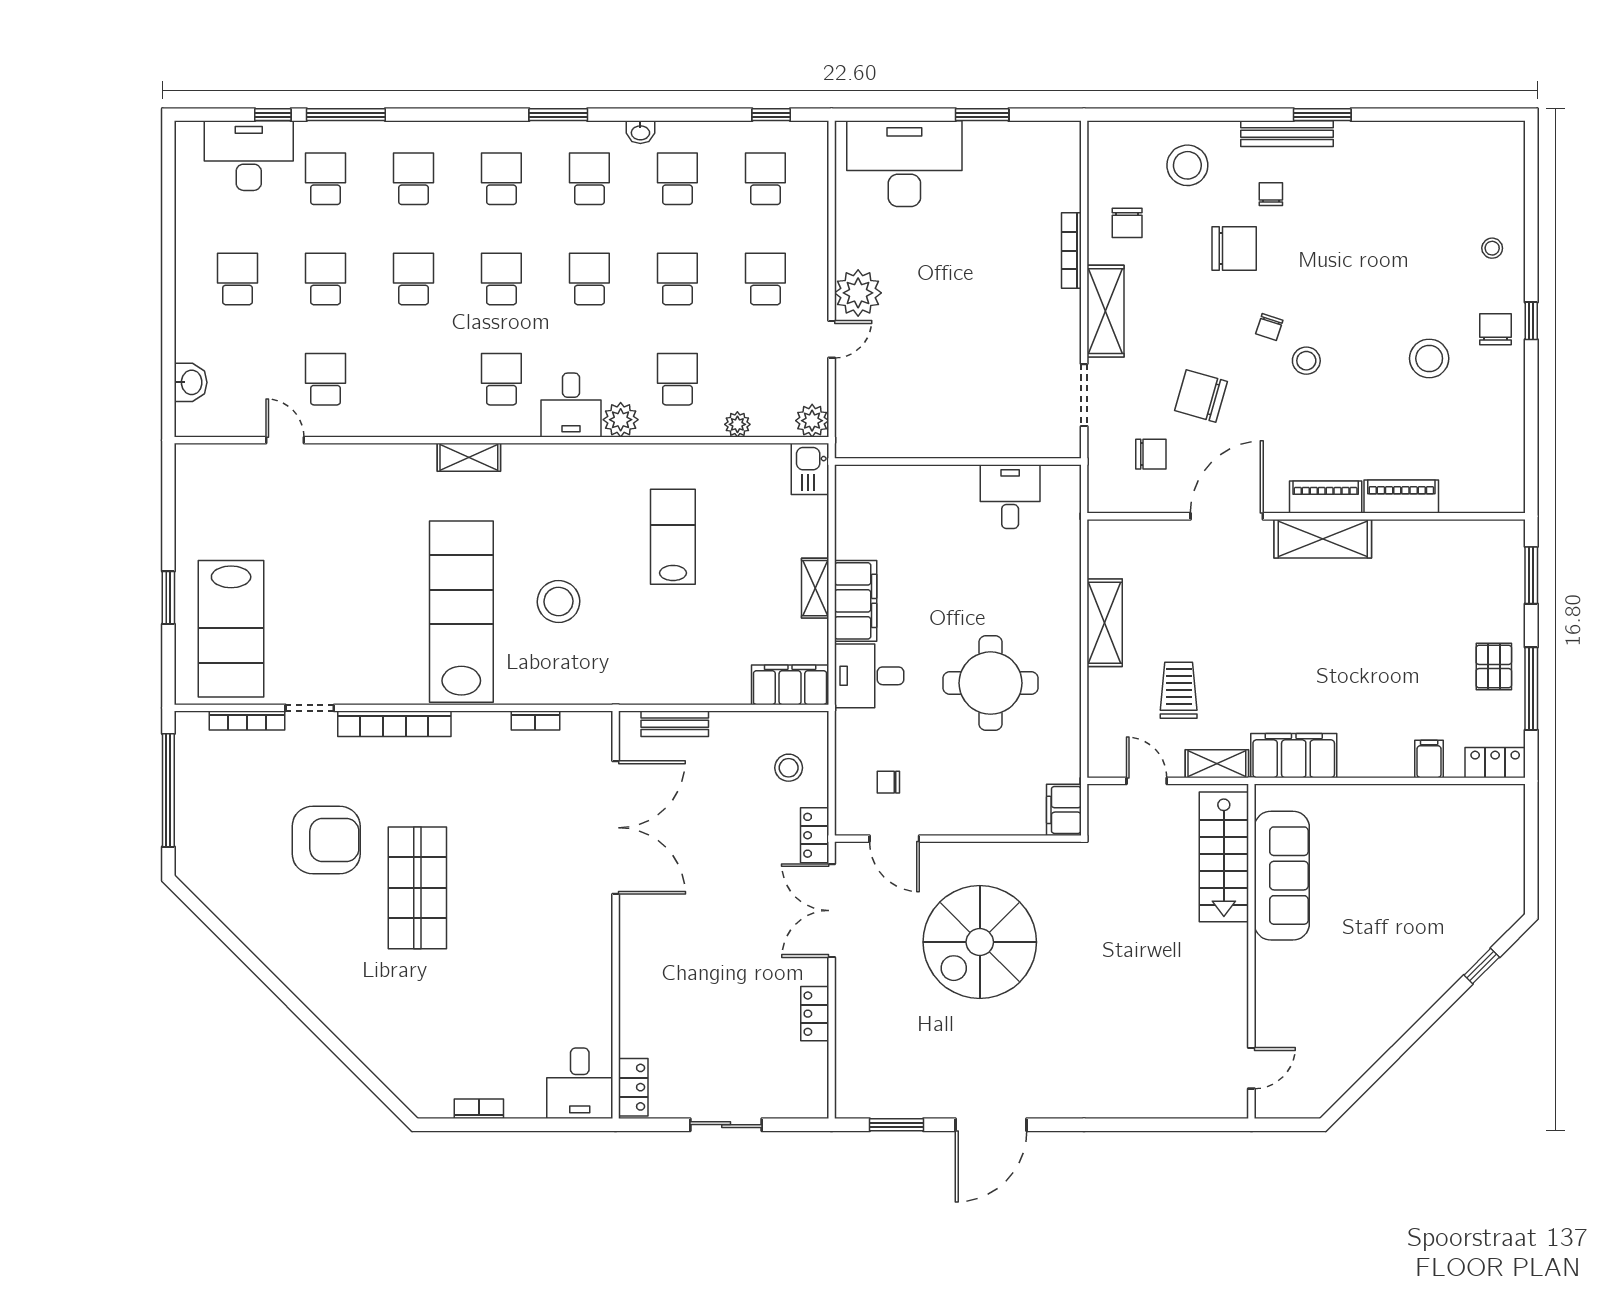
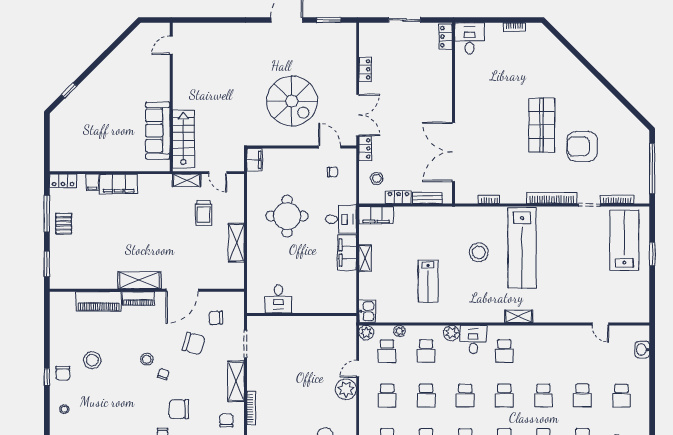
school desk: (325, 379) -> (387, 351), moved
piano: (1401, 497) -> (99, 301), width x1.37, depth x1.33
locker: (740, 725) -> (399, 197), added
filing cabinet: (1294, 756) -> (119, 184), moved
spiral stairs: (980, 942) -> (292, 101), turned 90

